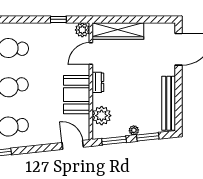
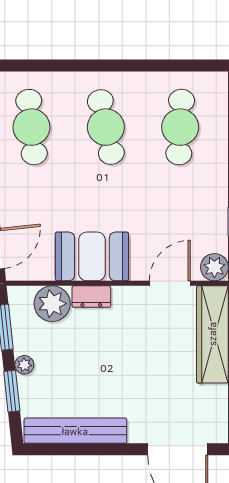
door: (91, 53) -> (170, 283), hinge flipped
dresser: (98, 82) -> (91, 297), moved

